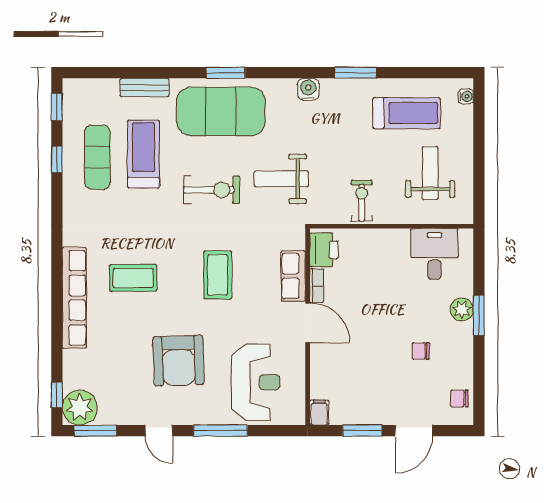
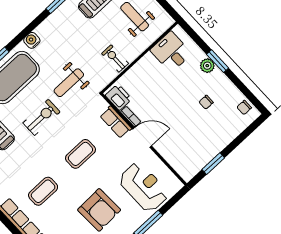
water cooler: (308, 89) -> (32, 40), moved
coffee table: (218, 275) -> (80, 154), turned 90
filing cabinet: (319, 412) -> (186, 174), removed
door: (414, 431) -> (237, 142), removed

